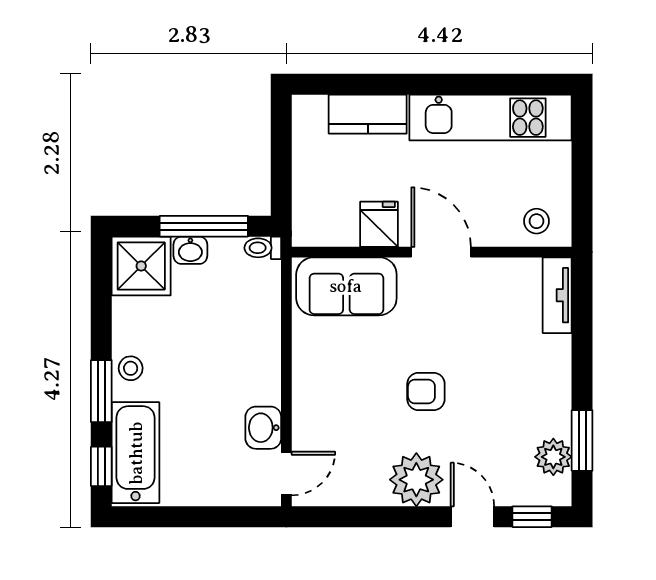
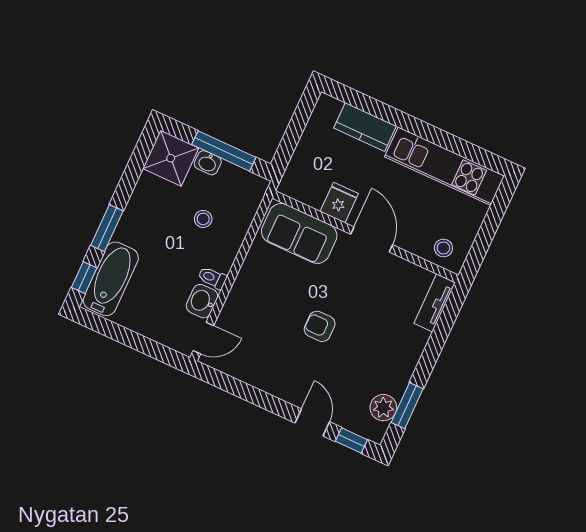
toilet: (263, 248) -> (212, 278), moved
stool: (131, 368) -> (203, 219), moved
plant: (416, 480) -> (287, 381), removed

